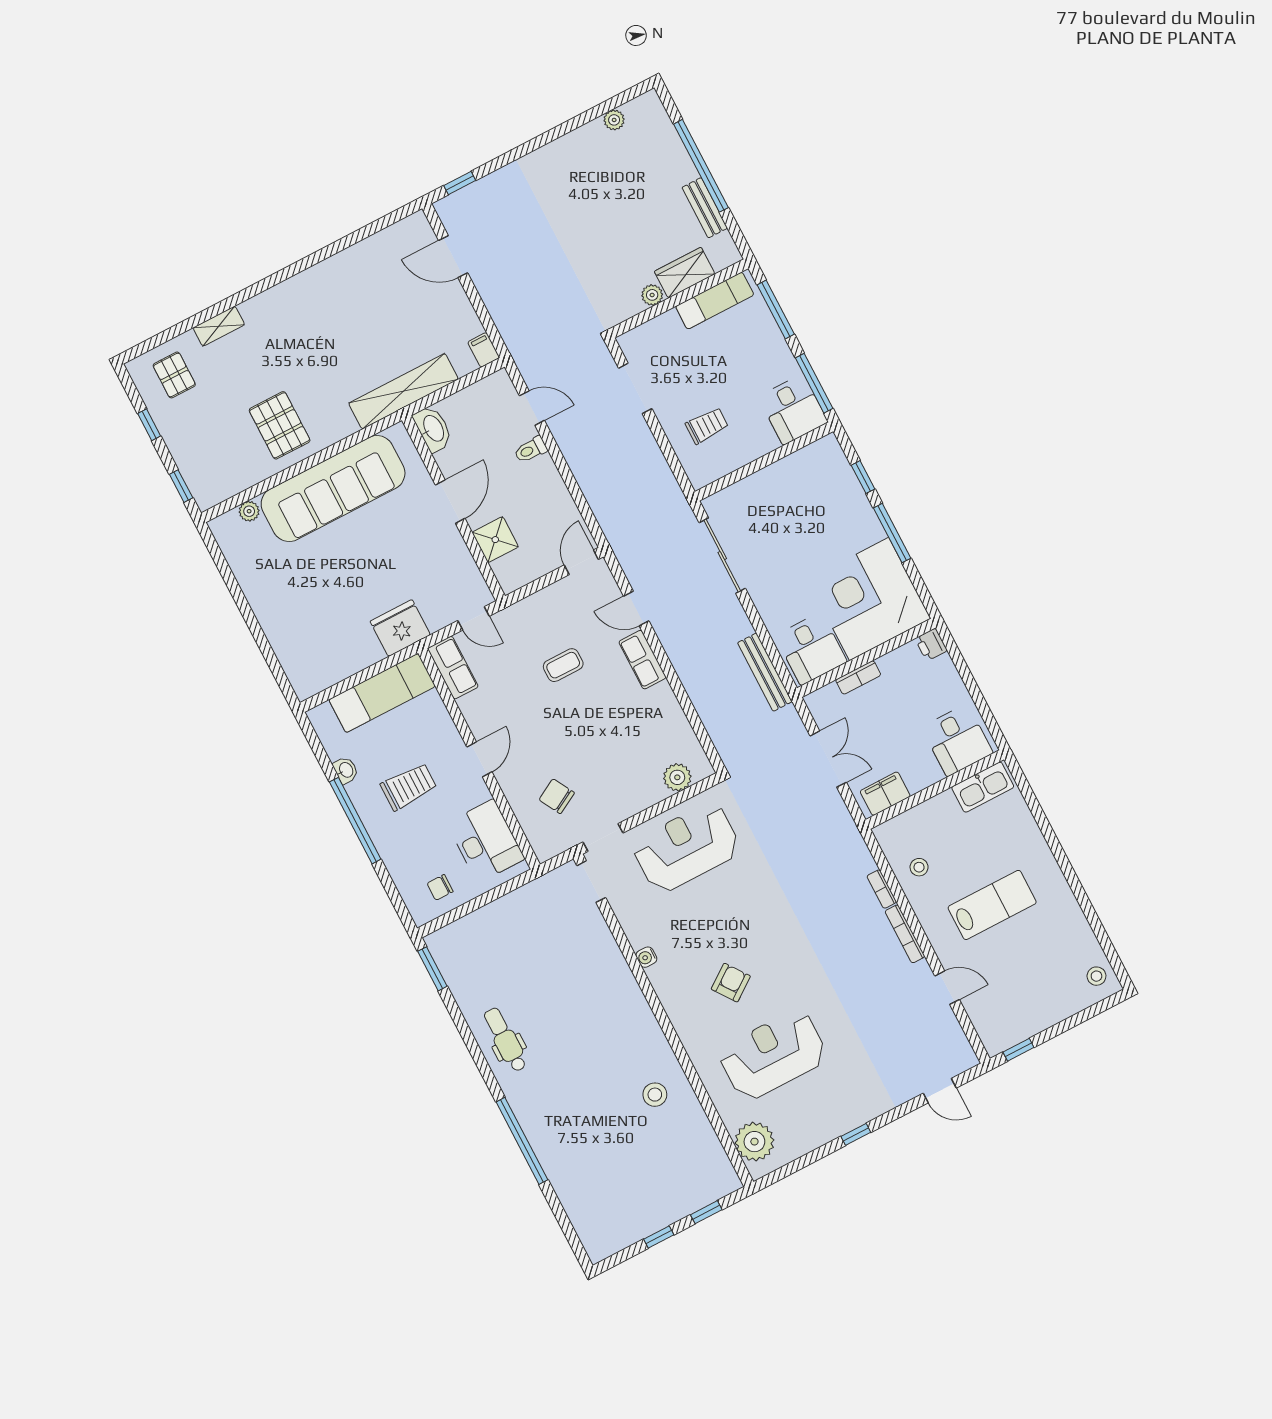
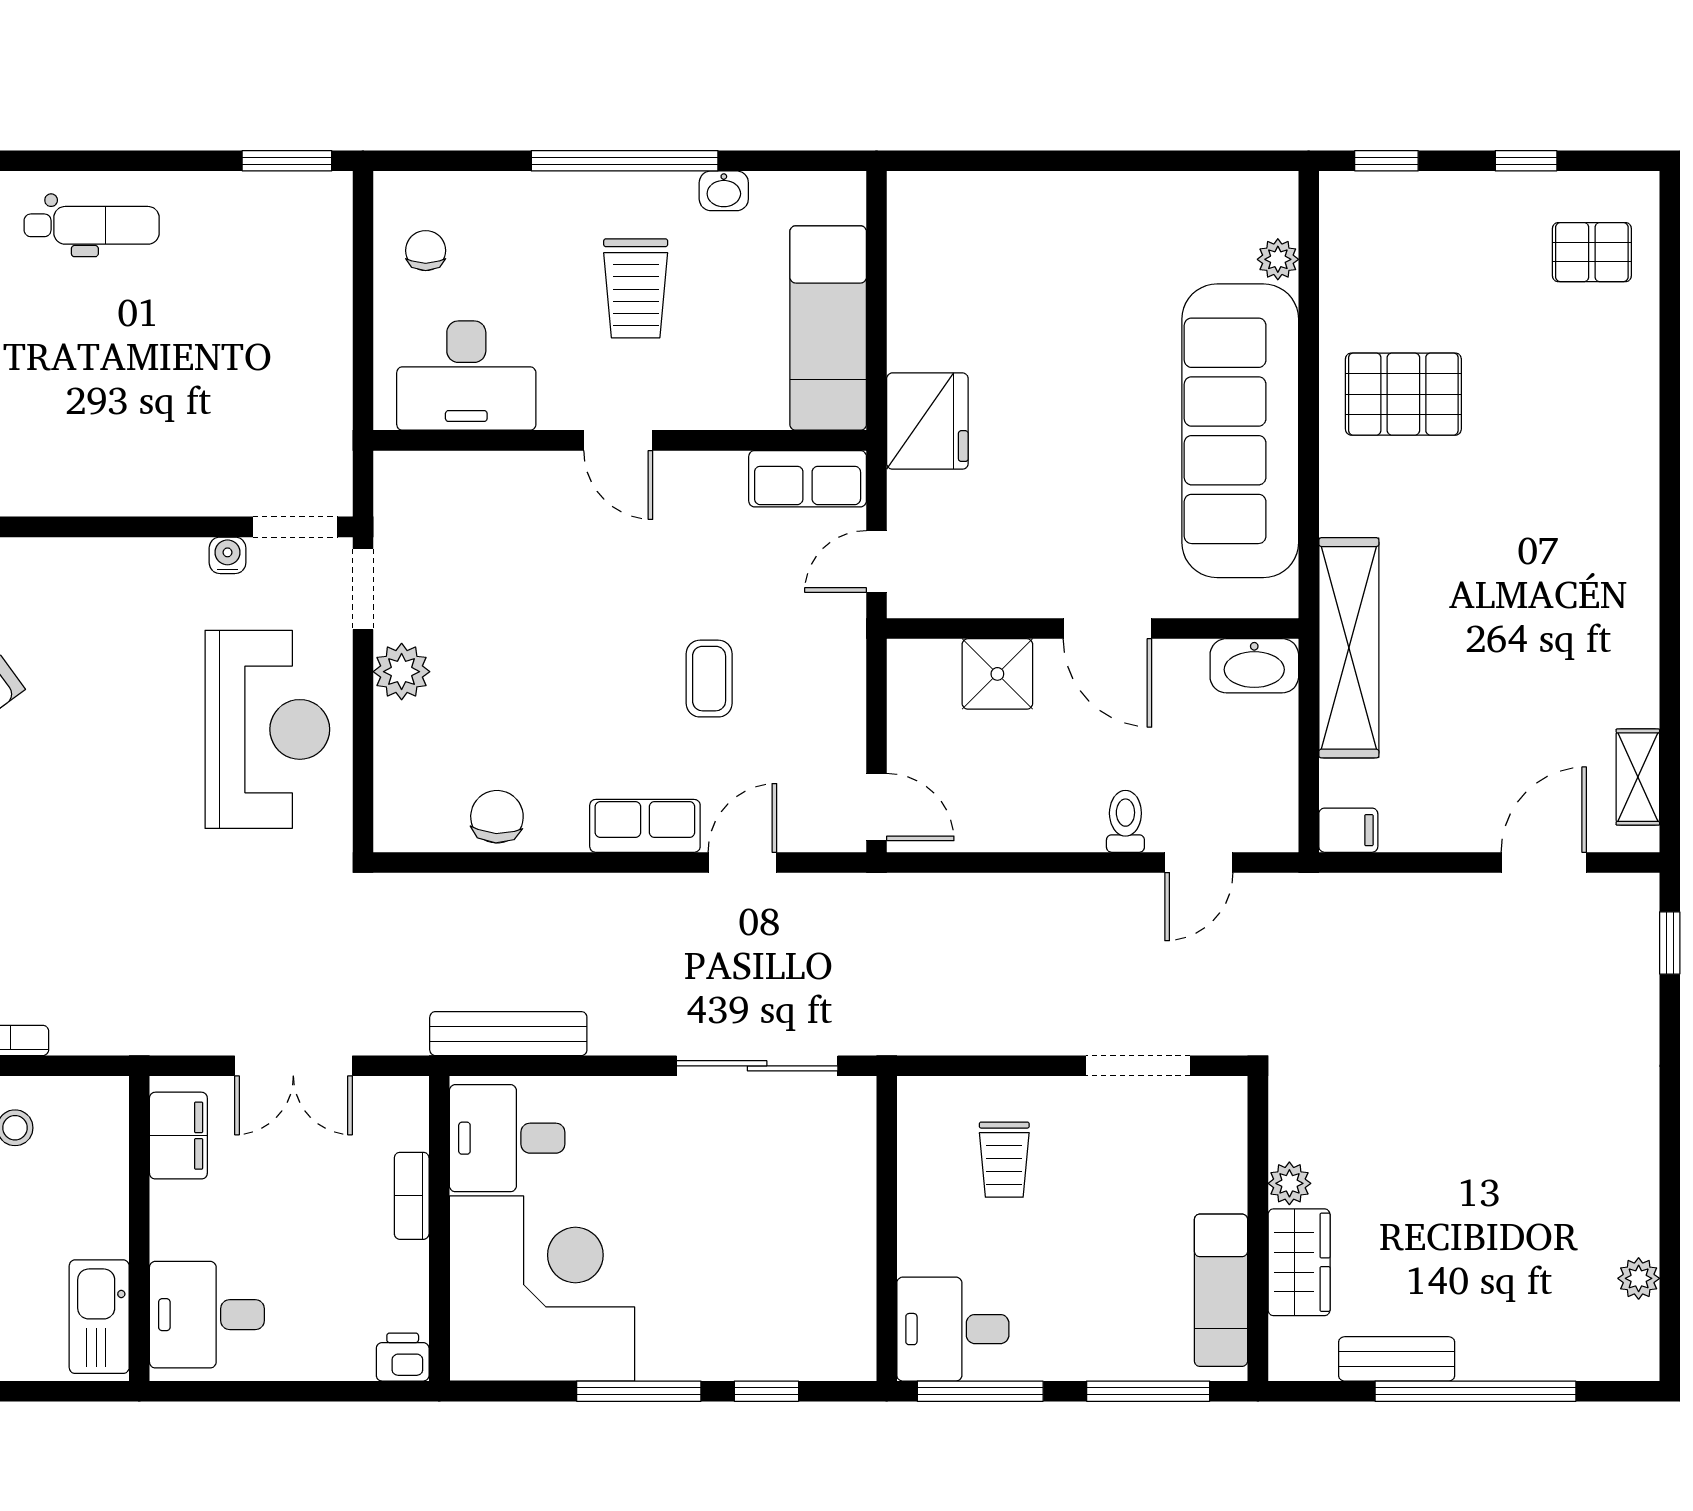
shelving: (219, 326) -> (1638, 777), moved
plant: (677, 777) -> (402, 672), moved
chair: (557, 796) -> (497, 817), moved, turned -58
water cooler: (646, 957) -> (228, 555), moved

